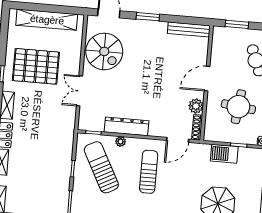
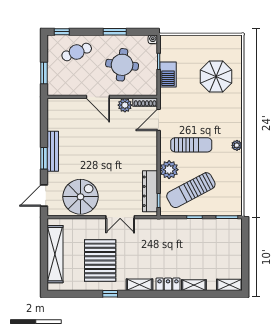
bench: (189, 29) -> (53, 151), moved
dresser: (127, 126) -> (150, 191), moved
door: (178, 140) -> (159, 120), swing flipped
plant: (121, 142) -> (169, 170), width x1.87, depth x1.87
sun lounger: (149, 172) -> (191, 145), turned 180

